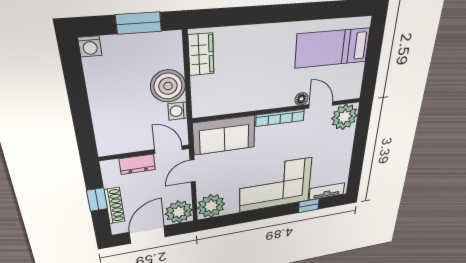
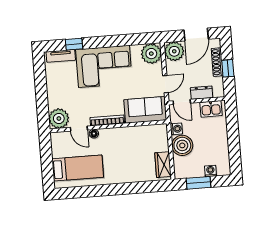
washing machine: (90, 46) -> (210, 171), moved
kitchen sink: (121, 143) -> (211, 109), added

